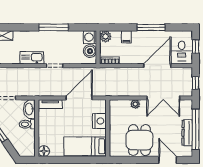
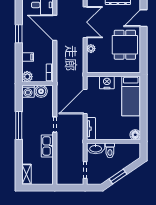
window: (151, 27) -> (19, 34), width x0.69
door: (79, 98) -> (85, 102), hinge flipped
dining table: (139, 140) -> (125, 45), turned 90

